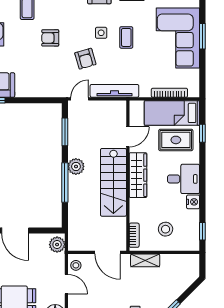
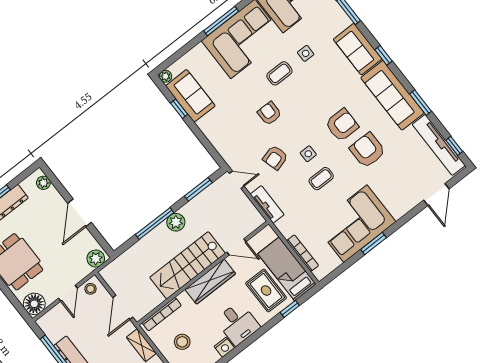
tv unit: (114, 91) -> (267, 204), width x0.71
bookcase: (134, 235) -> (162, 314), width x1.56

